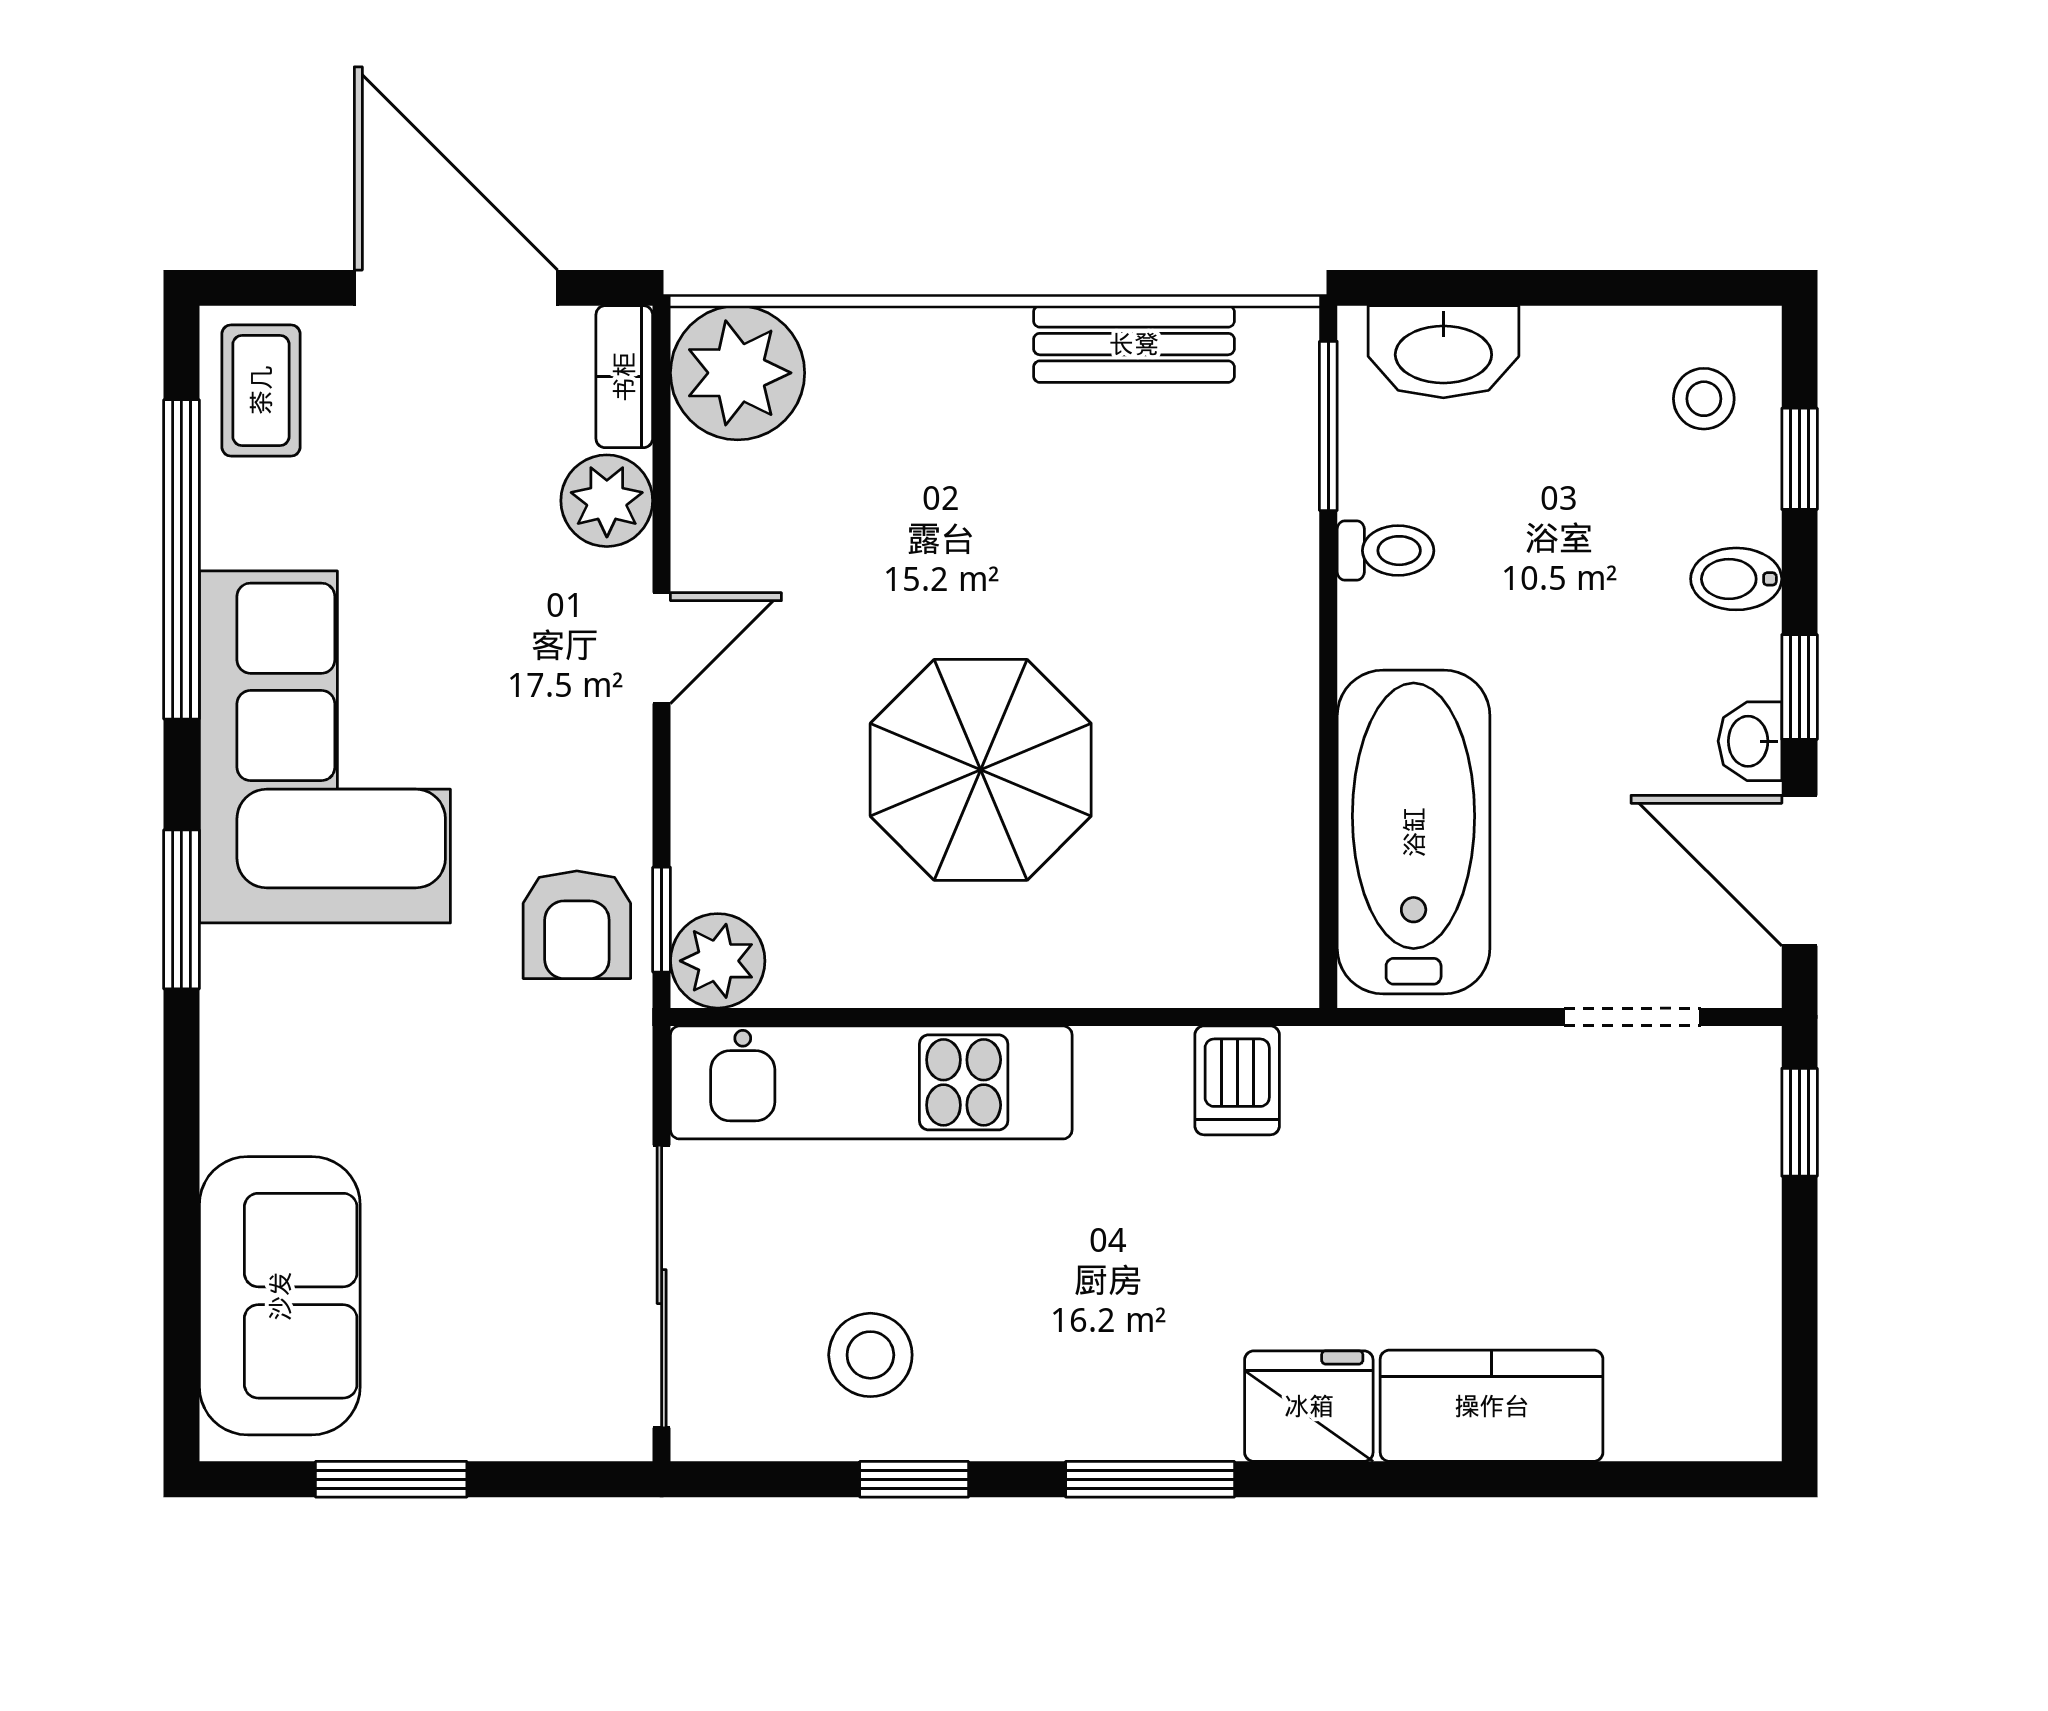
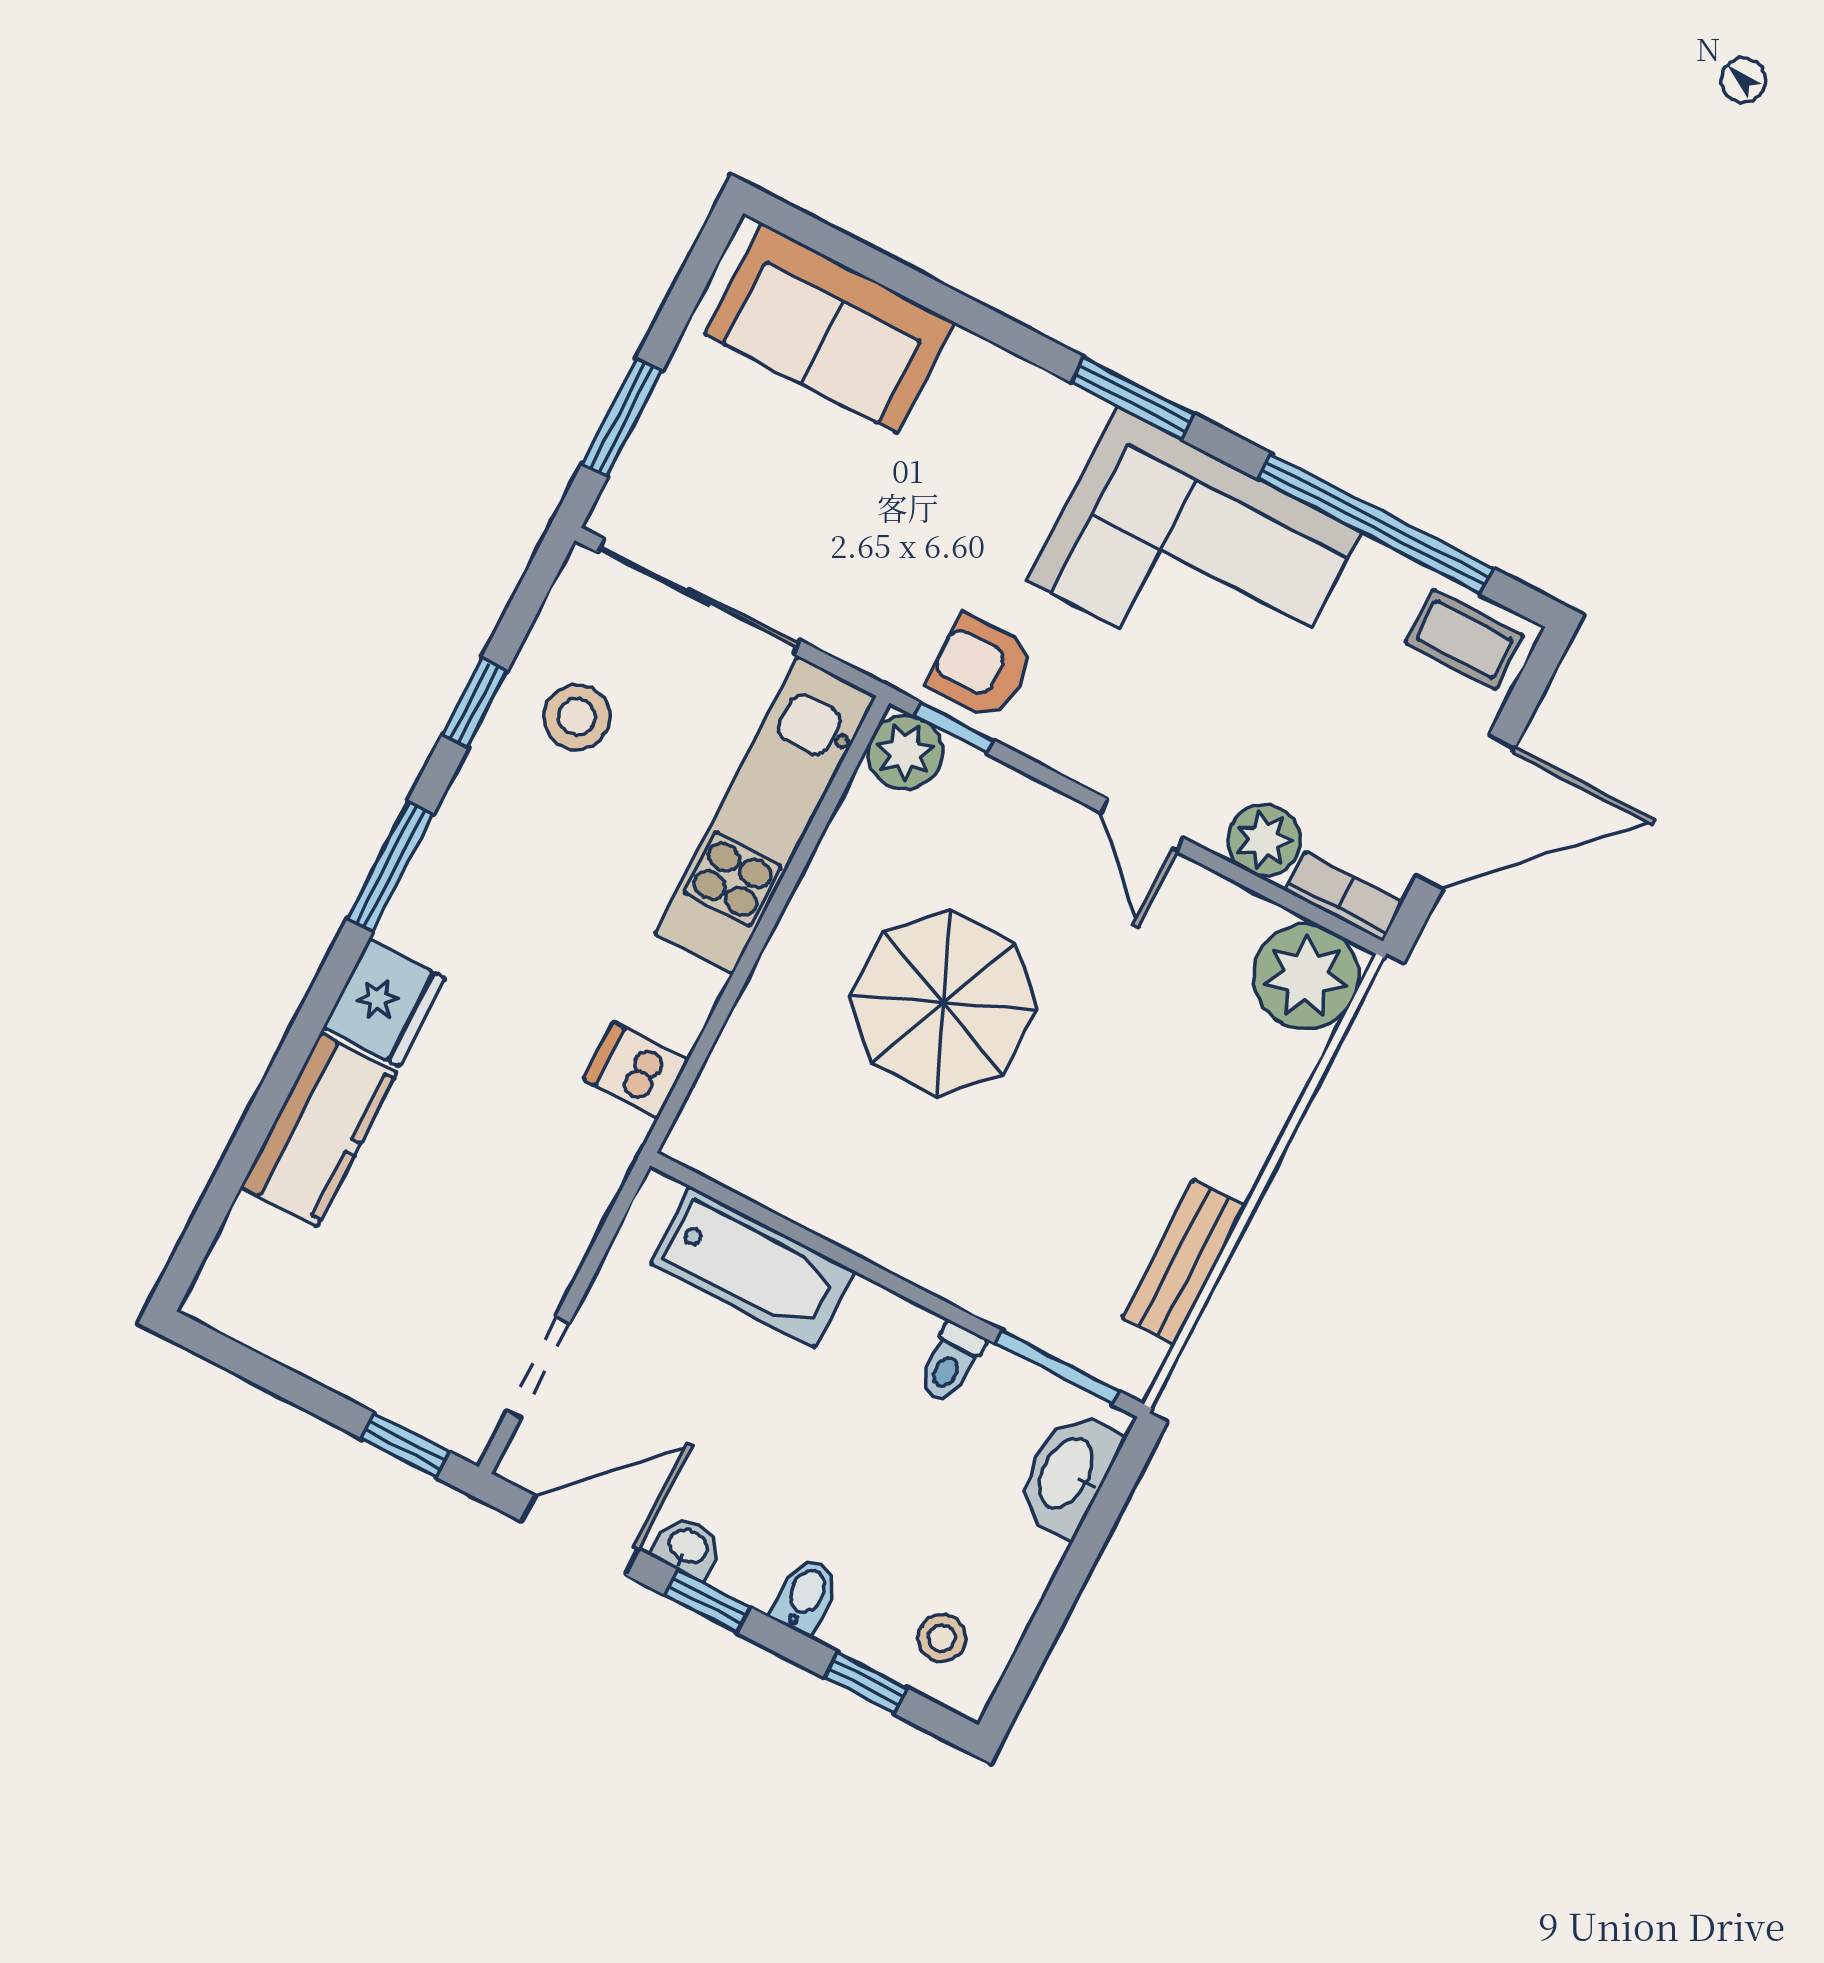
bathtub: (1414, 832) -> (752, 1267), width x0.73, depth x0.73
window: (391, 1479) -> (622, 417), moved

